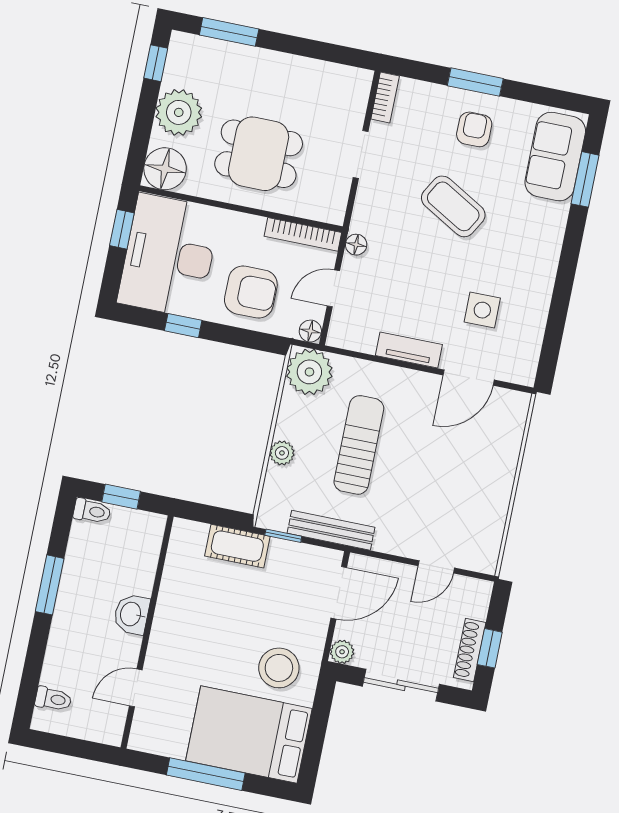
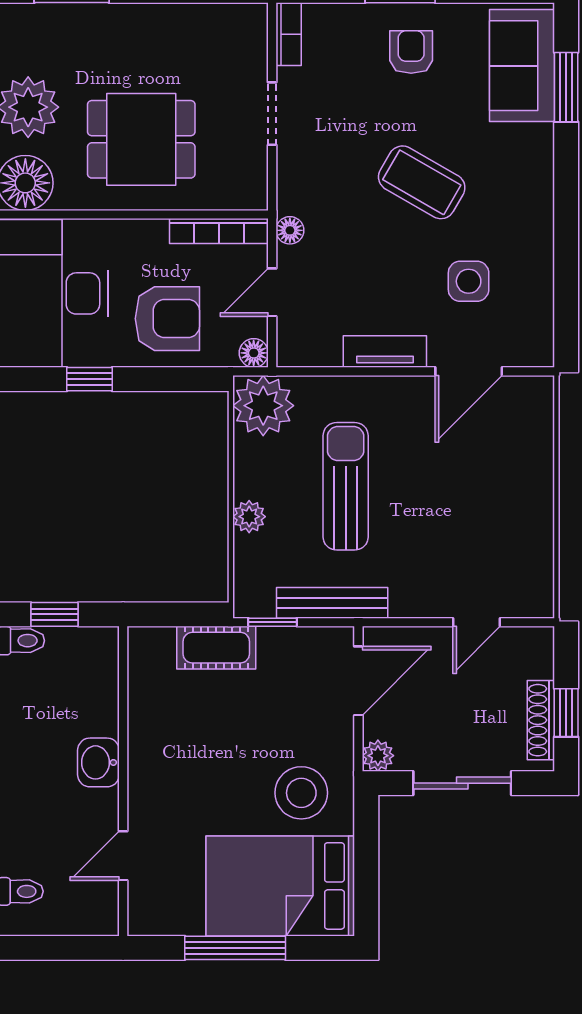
coffee table: (453, 206) -> (422, 182), moved

